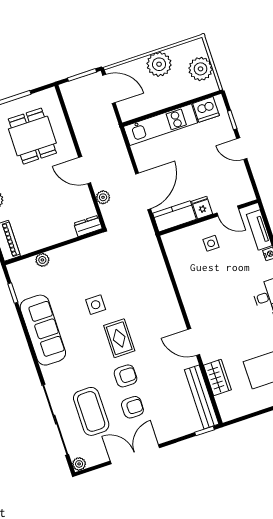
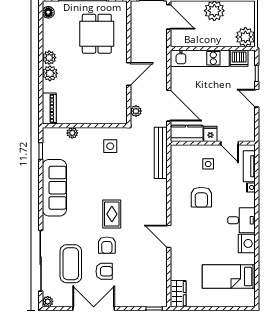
plant: (201, 69) -> (245, 37), moved
door: (85, 170) -> (129, 74), swing flipped
door: (143, 191) -> (169, 106), hinge flipped
plant: (103, 197) -> (136, 111), moved
dresser: (88, 226) -> (117, 118), removed
armchair: (216, 284) -> (201, 197), added
side table: (96, 305) -> (110, 146), moved
armchair: (125, 376) -> (107, 245), turned 90
wardrobe: (217, 377) -> (178, 294), moved
bench: (202, 397) -> (161, 153), moved

